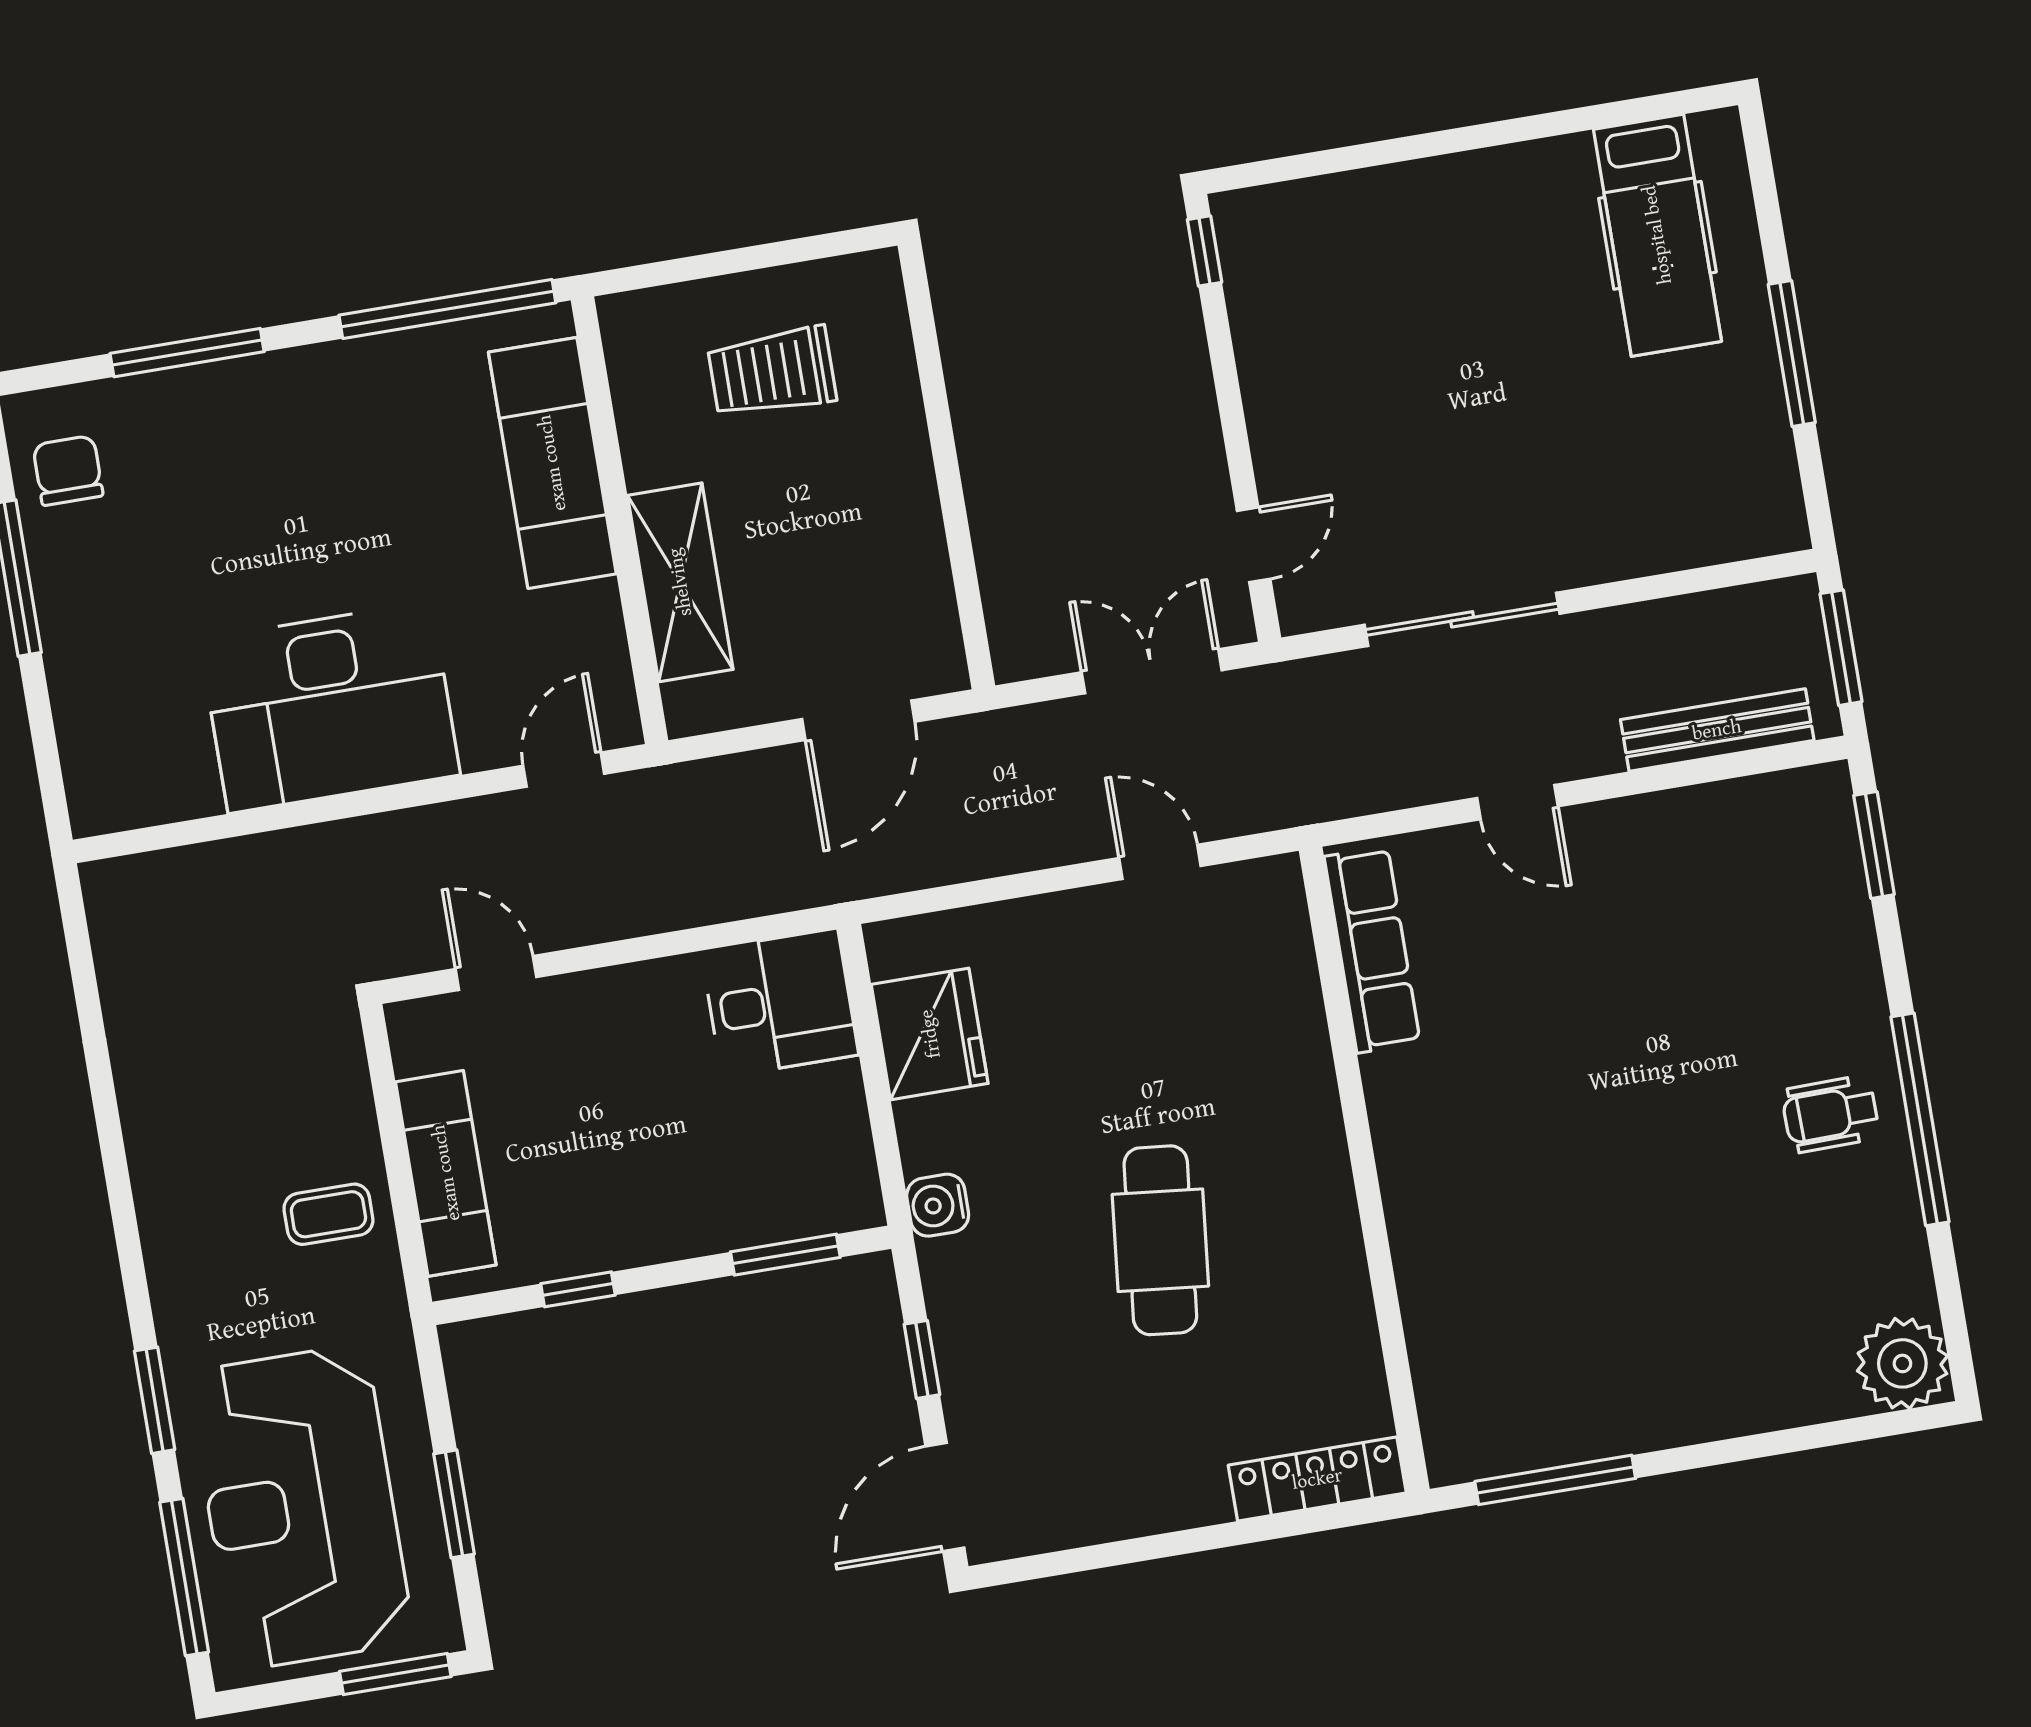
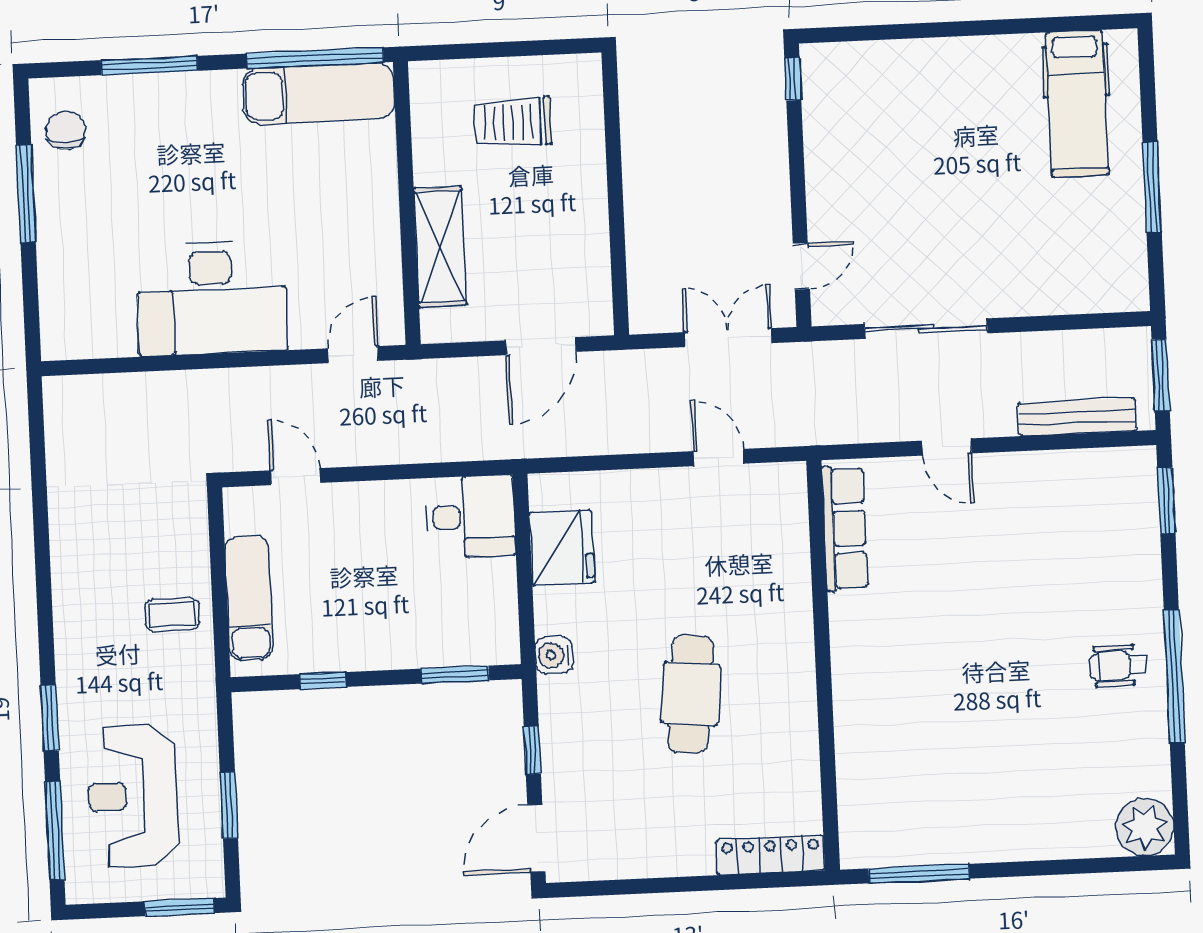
exam couch: (552, 463) -> (319, 94), moved, turned -90
reception desk: (301, 1507) -> (133, 796), width x0.74, depth x0.77

